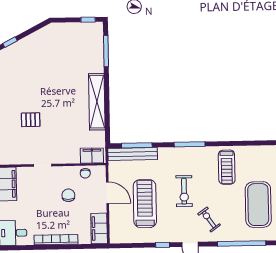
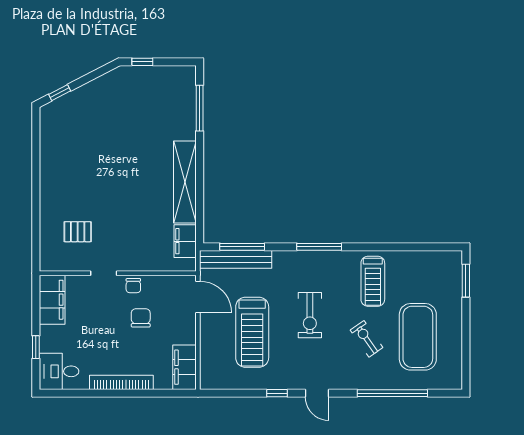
window: (88, 20) -> (142, 62), moved
pallet: (31, 120) -> (78, 232), moved
filing cabinet: (92, 156) -> (185, 241), moved, turned -90
chair: (85, 173) -> (133, 286), moved
door: (107, 193) -> (198, 297), moved
treadmill: (145, 204) -> (252, 332), turned 180
exercise bike: (209, 219) -> (366, 339), moved

